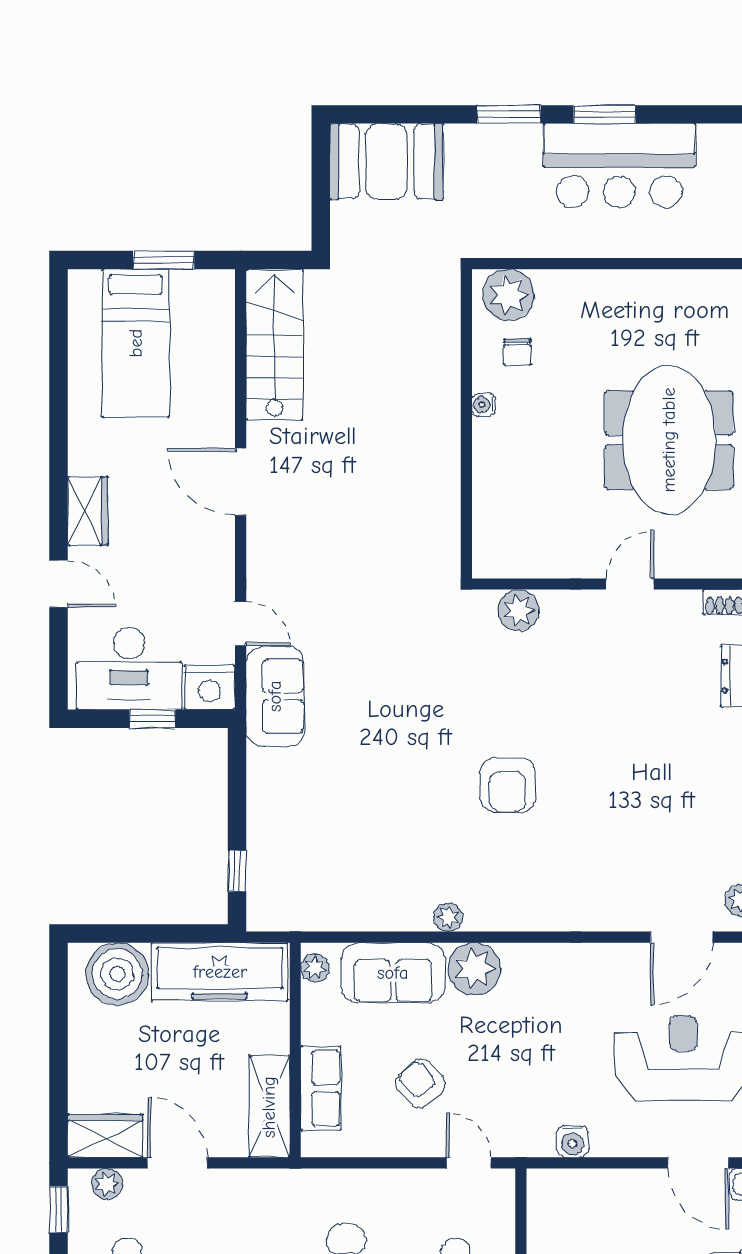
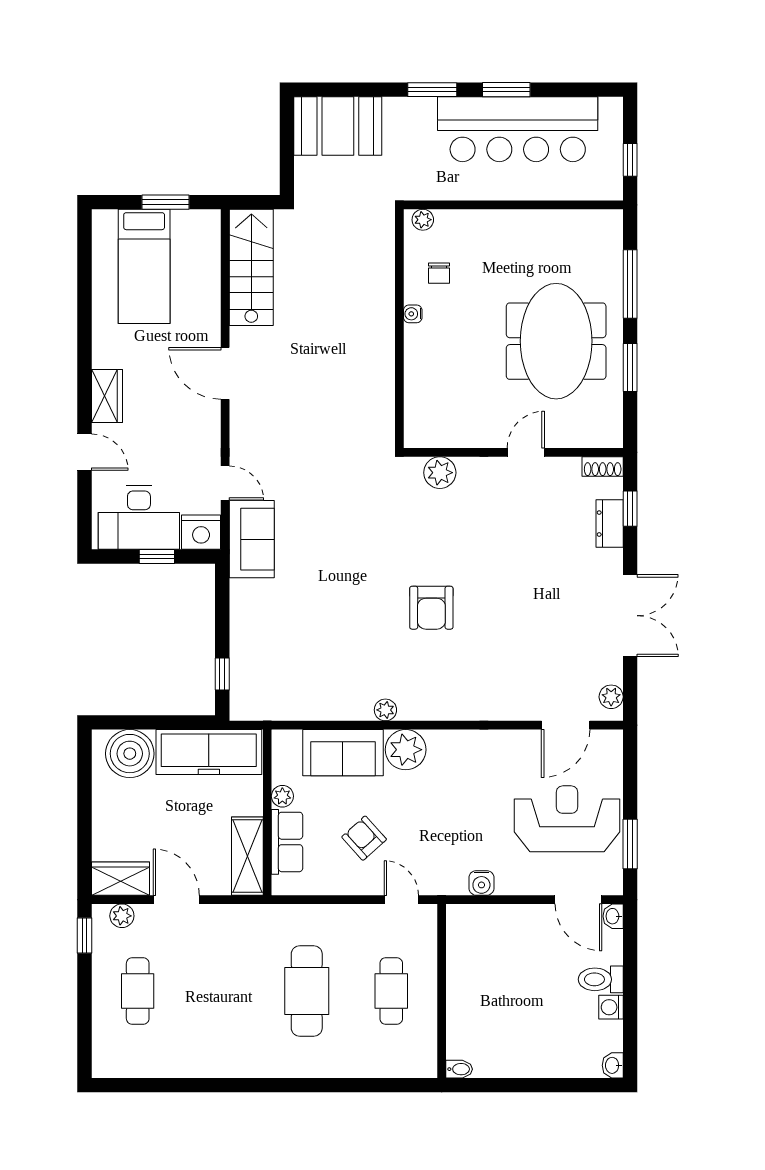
bar counter: (619, 166) -> (518, 129), width x1.36
plant: (509, 295) -> (423, 220), width x0.53, depth x0.53
plant: (315, 968) -> (282, 796), moved

